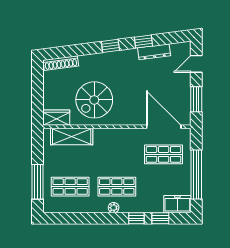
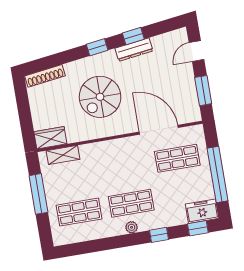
dresser: (154, 52) -> (134, 50), moved
spiral stairs: (94, 100) -> (100, 97), moved
door: (164, 127) -> (159, 130), moved
shelving: (72, 137) -> (63, 155), width x0.67, depth x0.75
window: (37, 182) -> (38, 194), moved
window: (160, 218) -> (198, 228), moved

